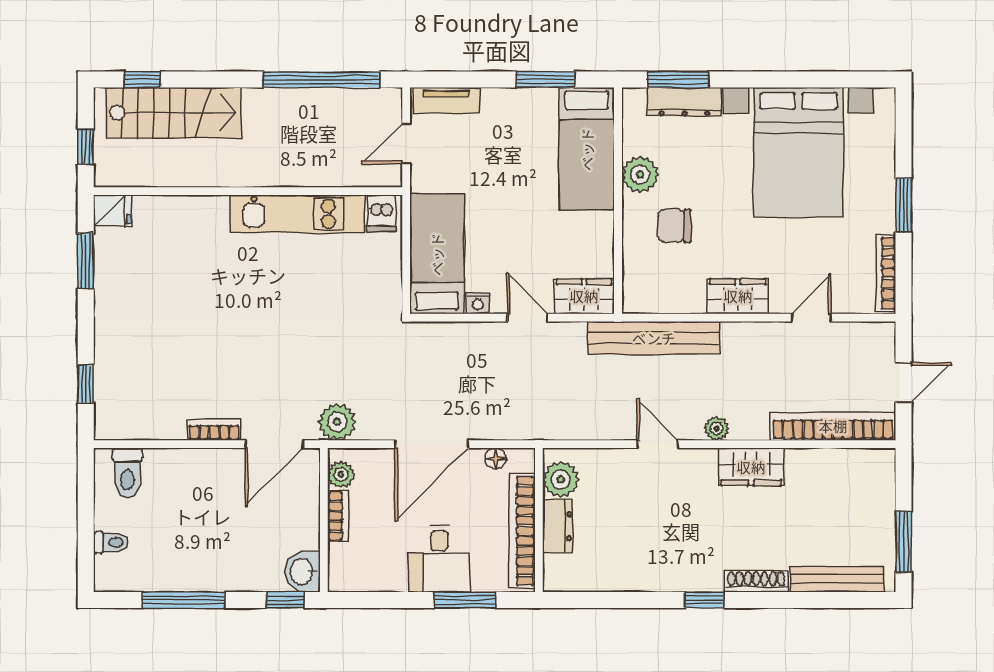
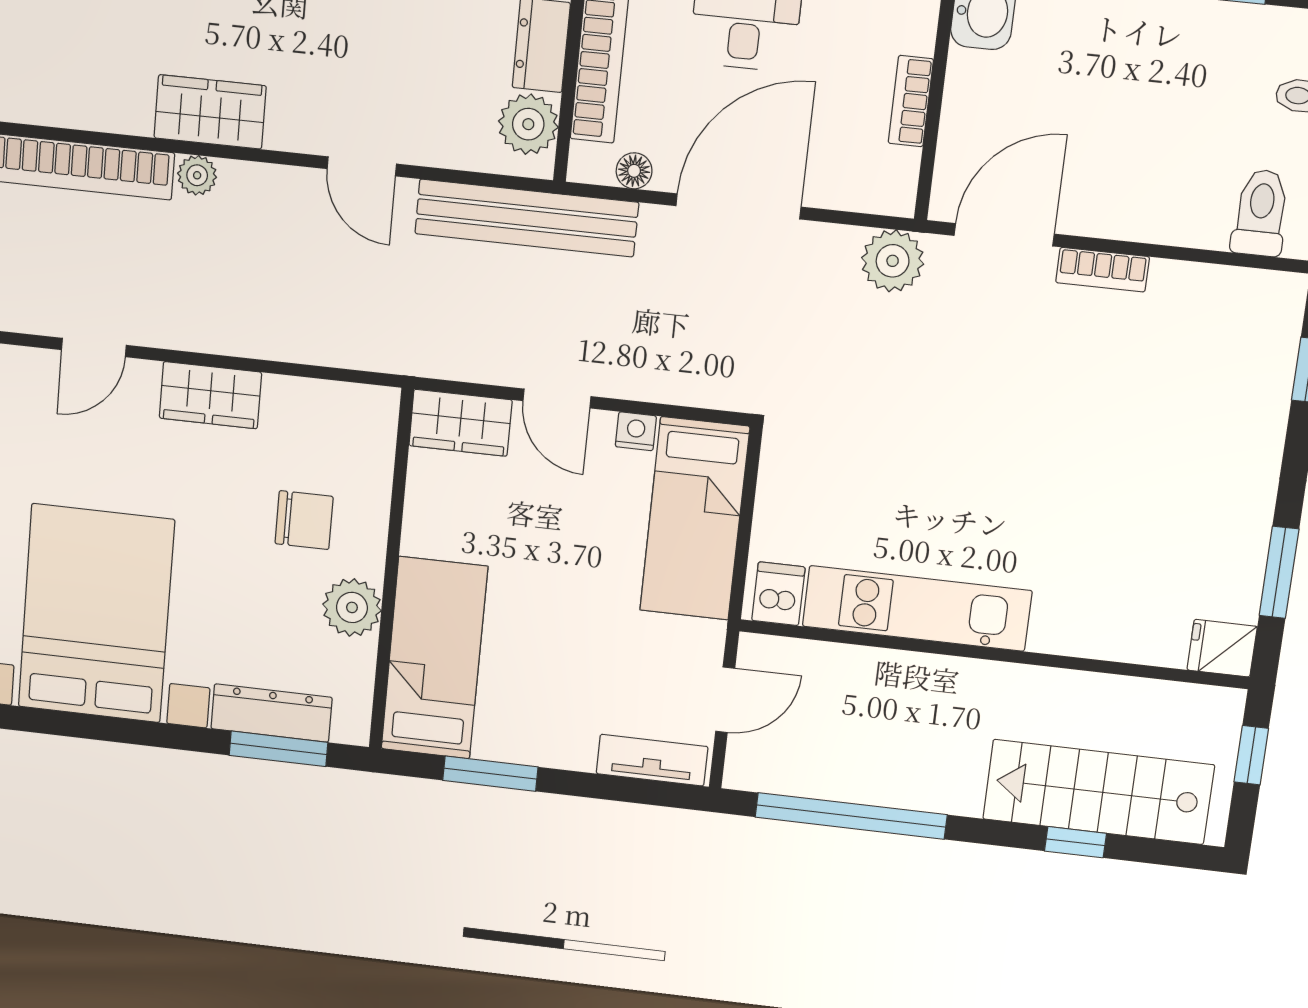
window: (142, 79) -> (1075, 842), moved
bench: (654, 338) -> (527, 218), moved
plant: (716, 428) -> (197, 175), moved
plant: (341, 475) -> (897, 171), removed

